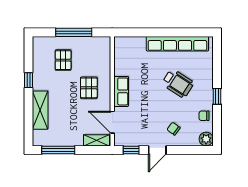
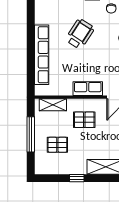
row of seats: (177, 44) -> (42, 55), moved
shelving: (104, 55) -> (53, 105), added

